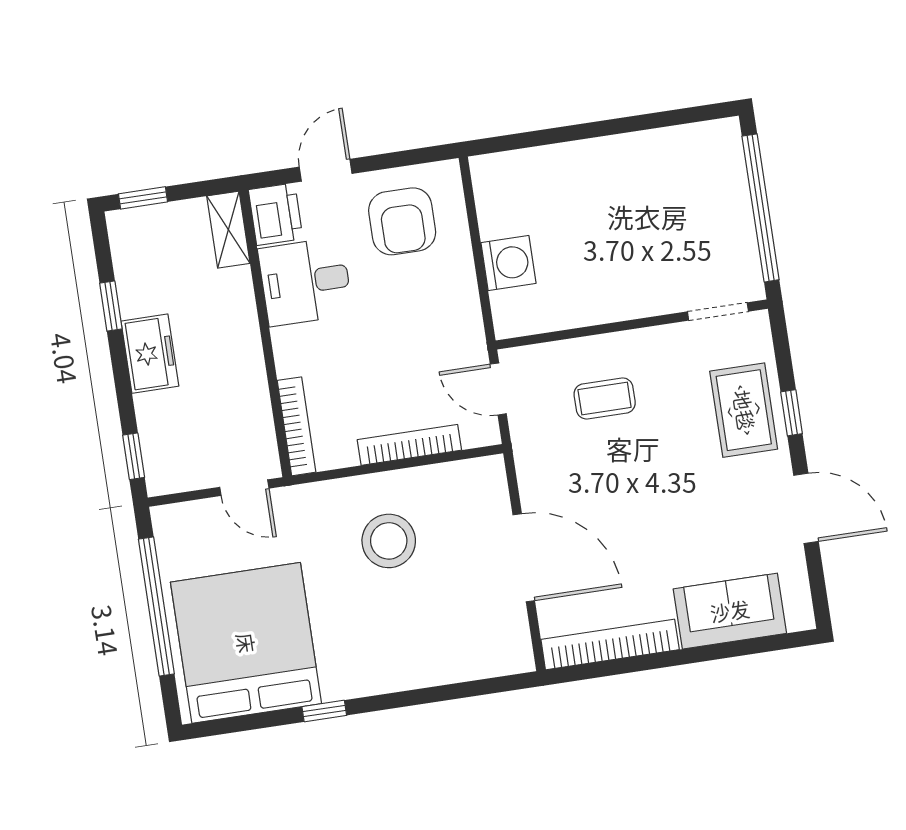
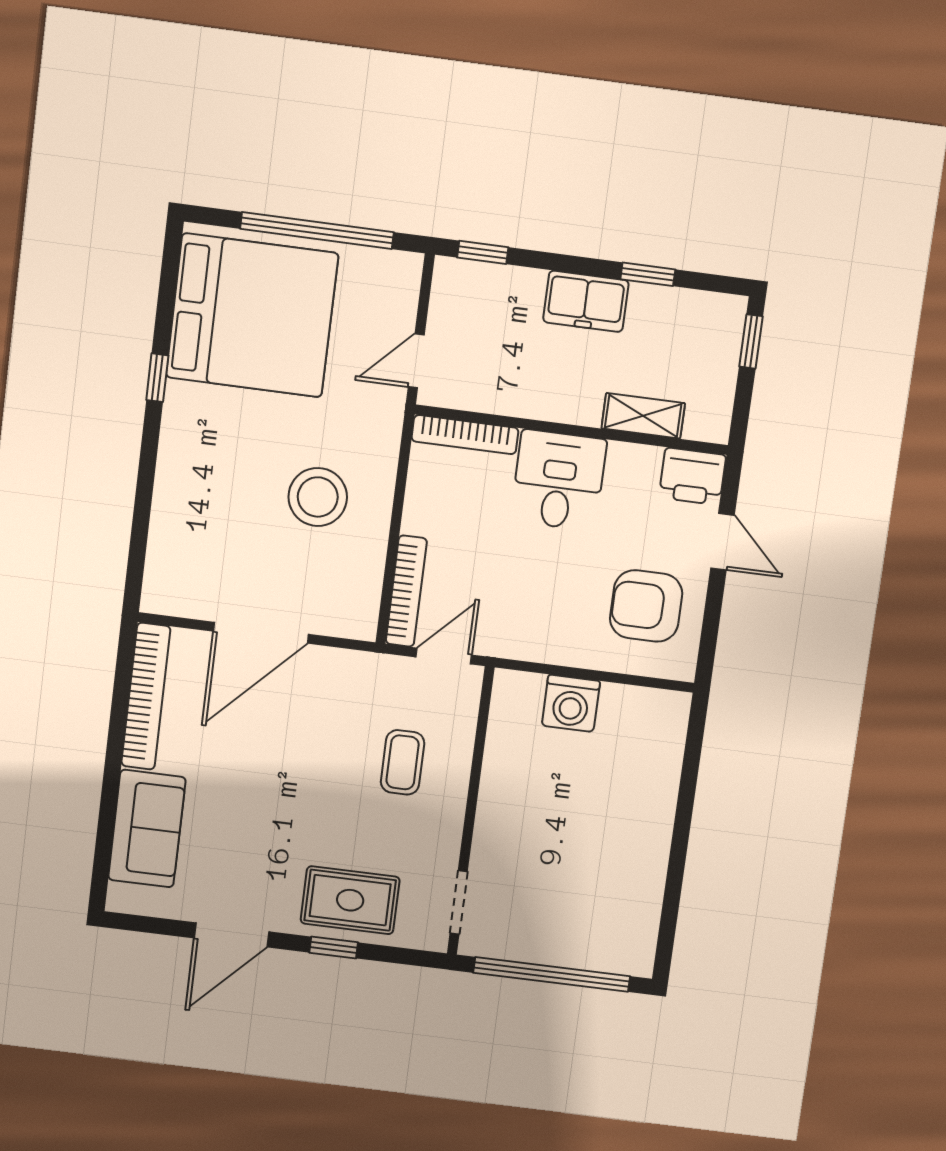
shelving: (228, 230) -> (643, 416), moved
desk: (305, 282) -> (559, 480), moved
bookcase: (409, 445) -> (406, 591), moved

